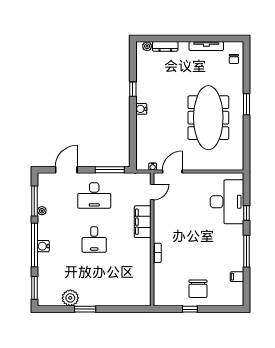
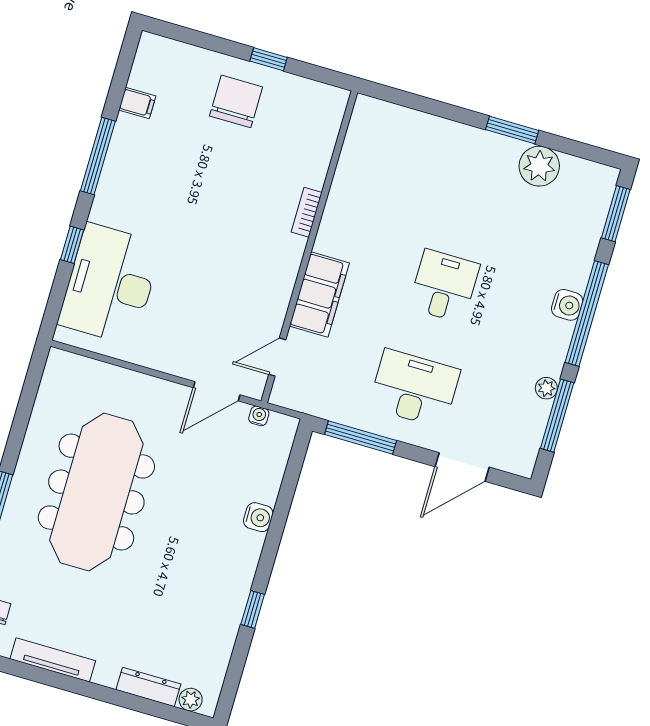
water cooler: (141, 109) -> (258, 517), moved

